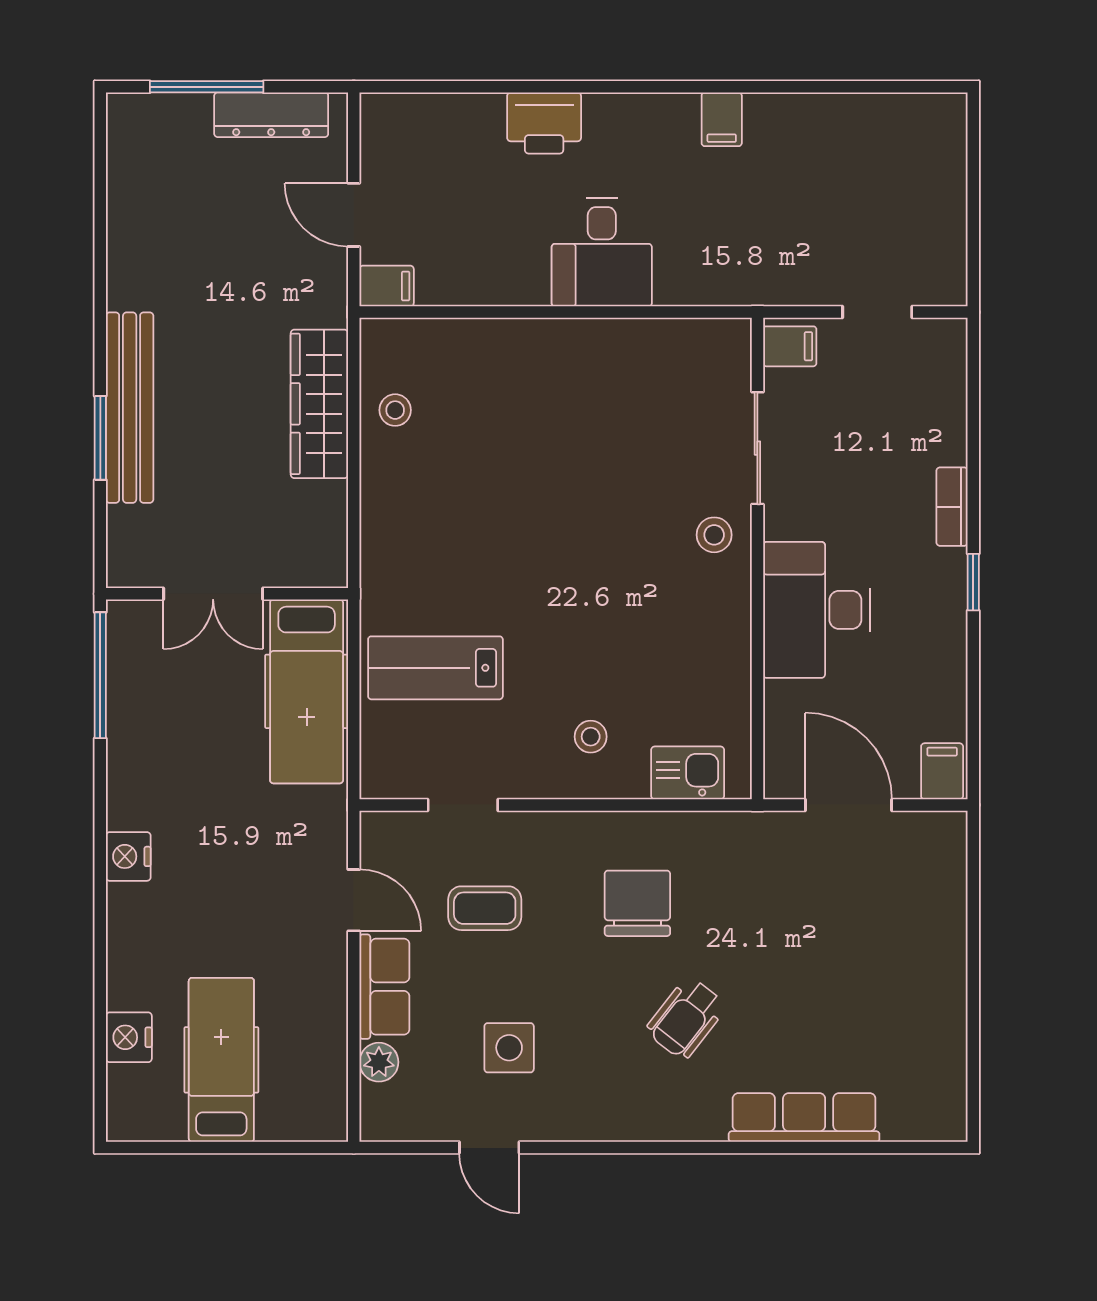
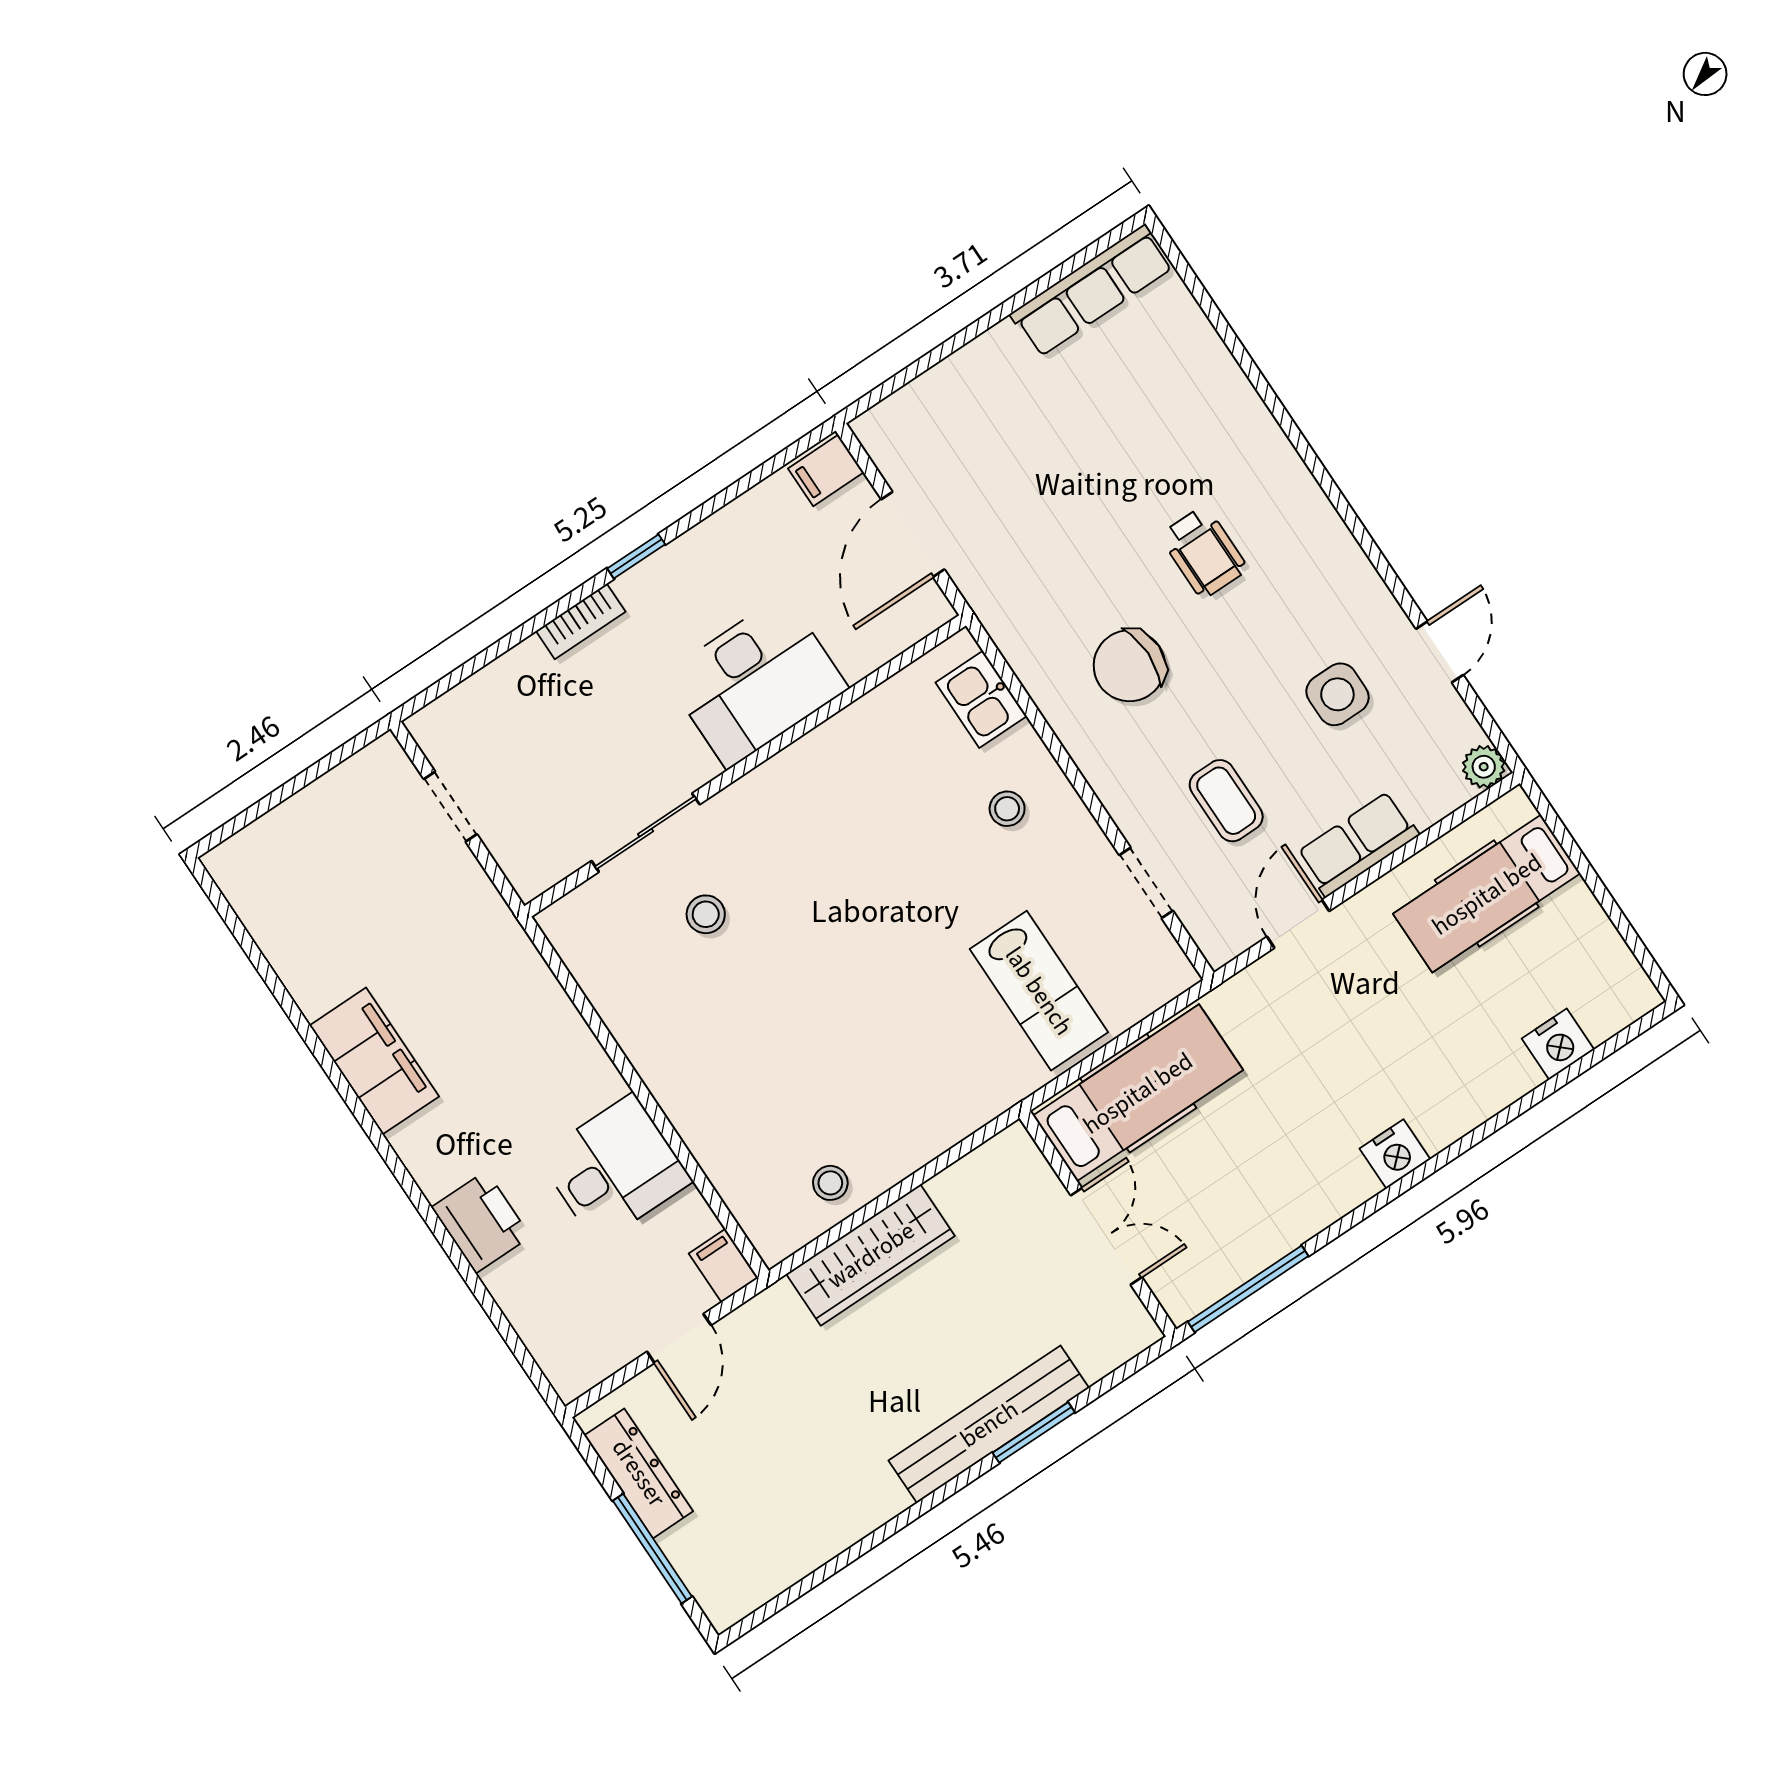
filing cabinet: (722, 119) -> (374, 1061), width x3.00, depth x1.17
desk: (602, 252) -> (615, 1169), moved
filing cabinet: (790, 346) -> (534, 865), removed
stool: (714, 535) -> (706, 914), moved
wheelchair: (686, 1018) -> (1204, 552), turned 52
hospital bed: (221, 1060) -> (1487, 894), moved
plant: (379, 1062) -> (1484, 767), moved
row of seats: (804, 1118) -> (1092, 291), moved, turned -90

